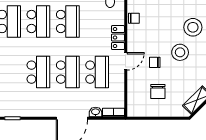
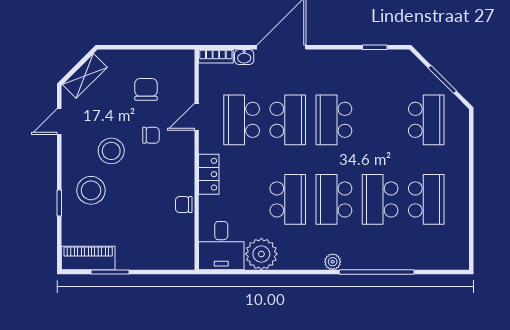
school desk: (68, 22) -> (288, 199), turned 180
door: (126, 61) -> (197, 117), moved
school desk: (68, 72) -> (288, 120), turned 180

